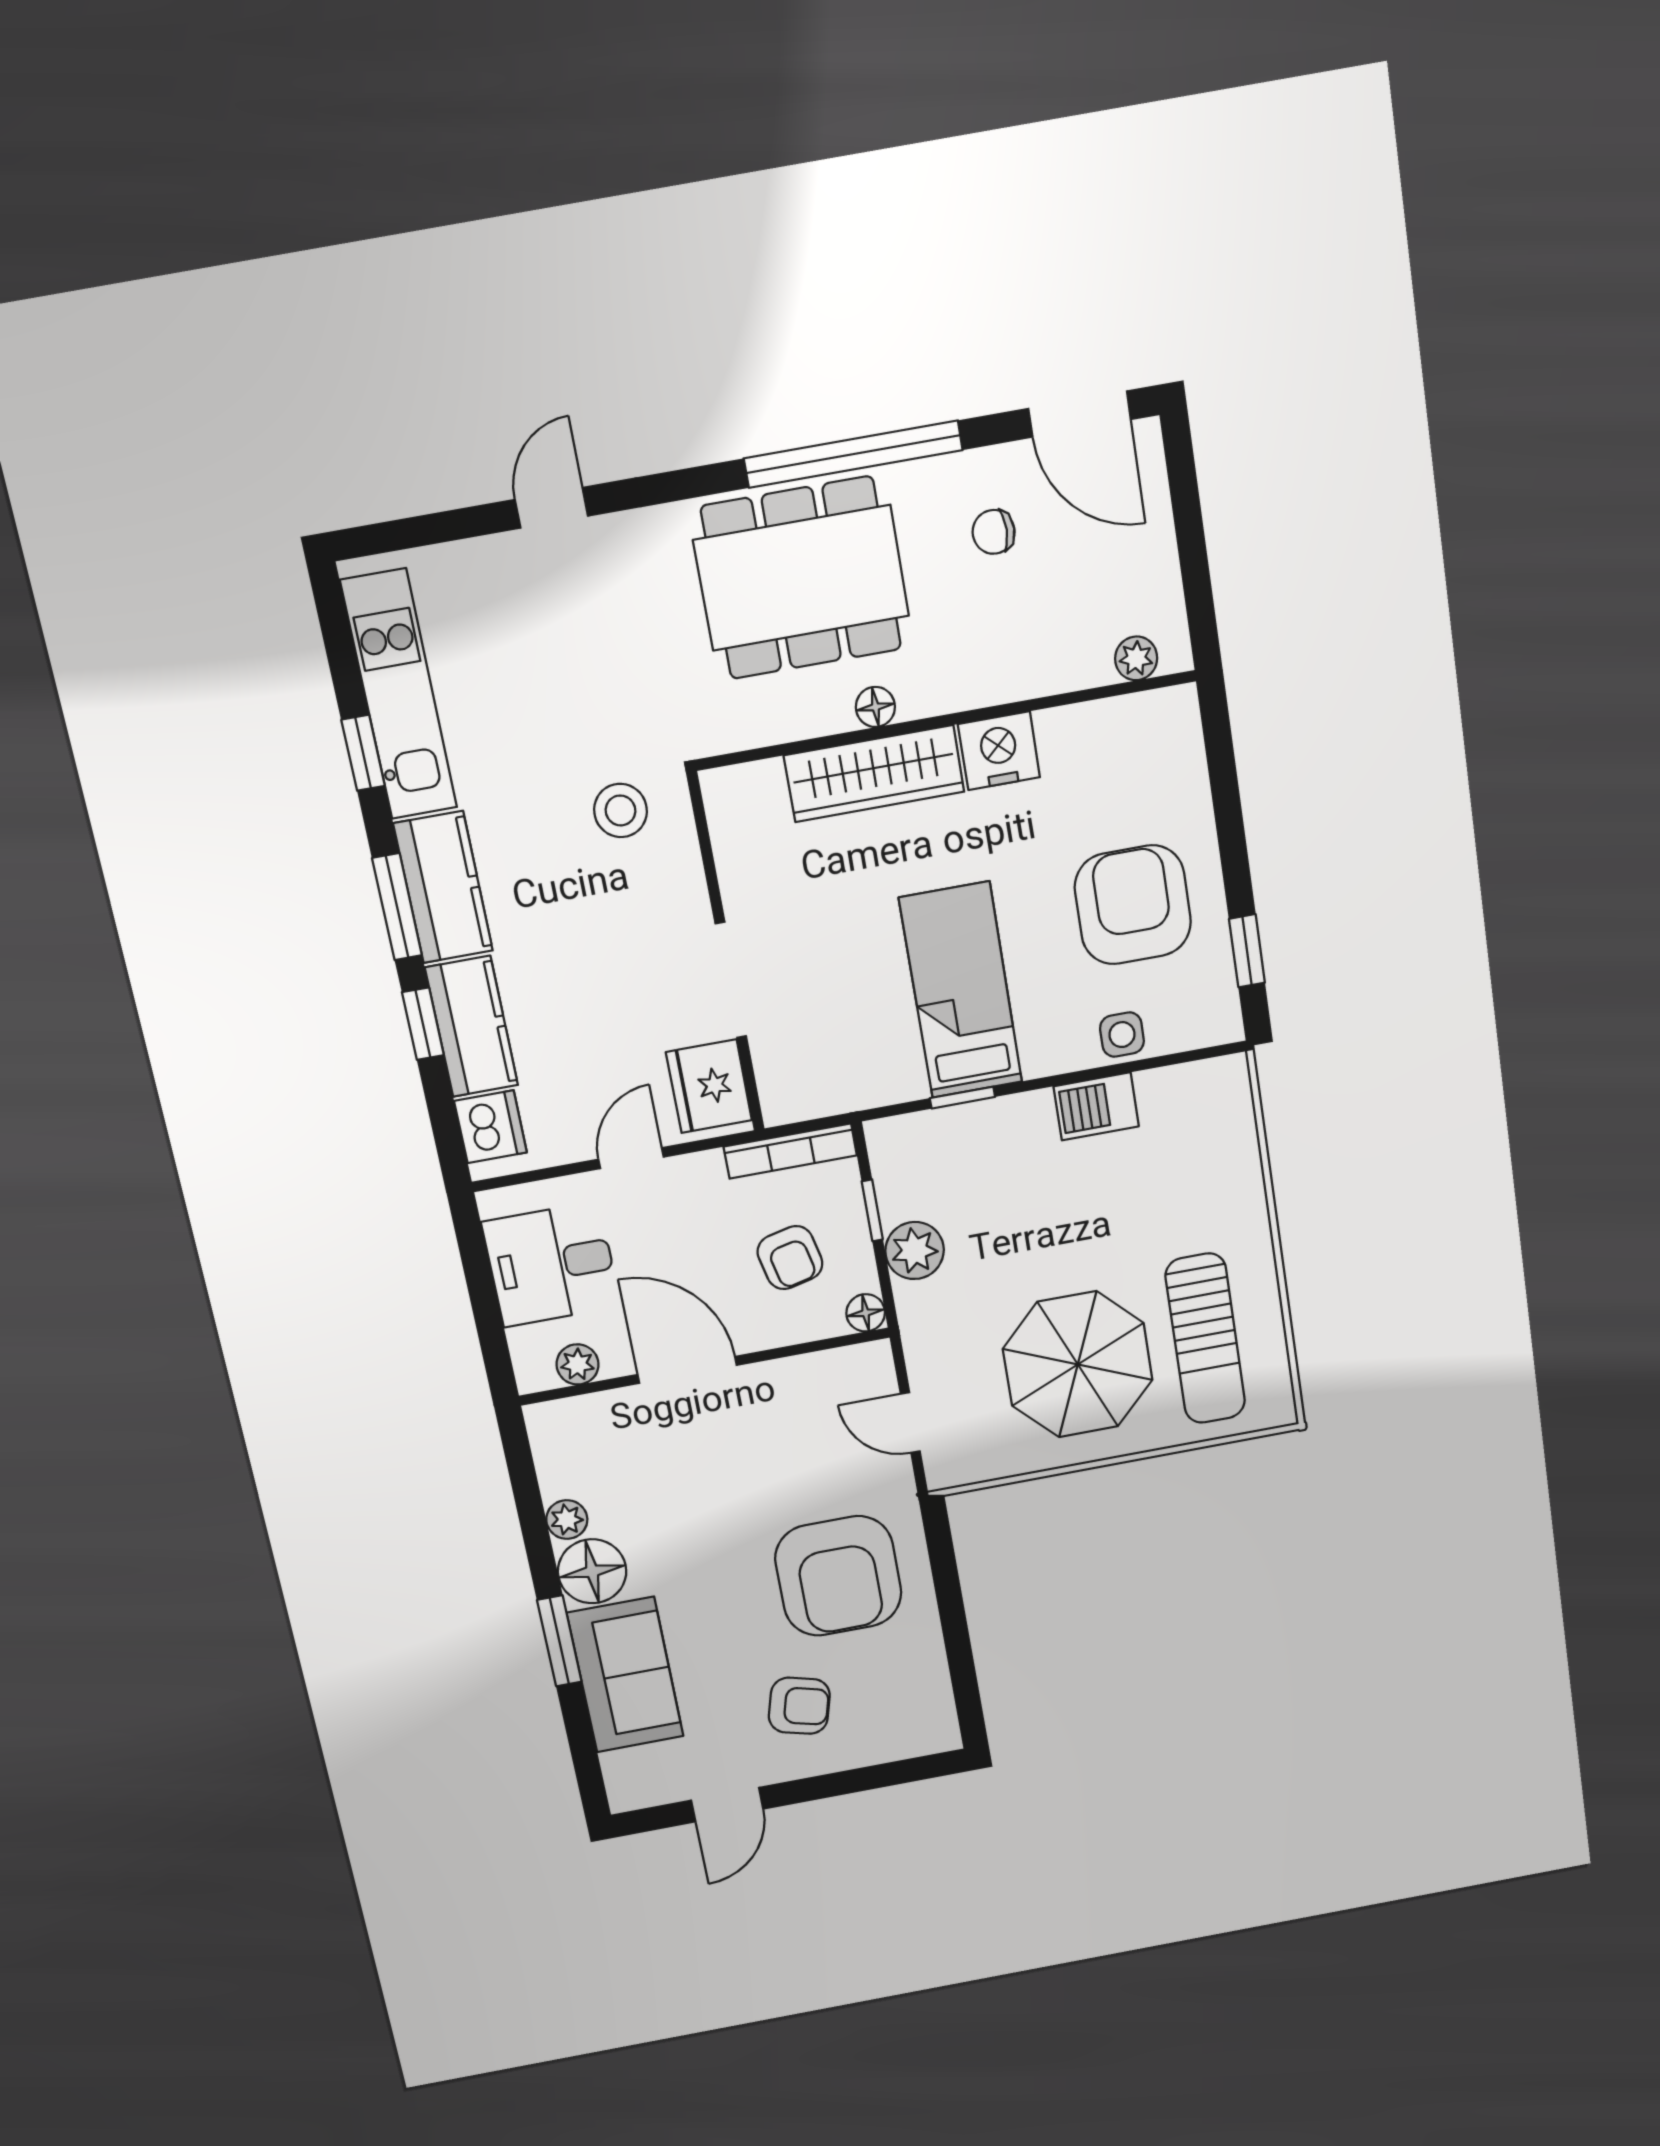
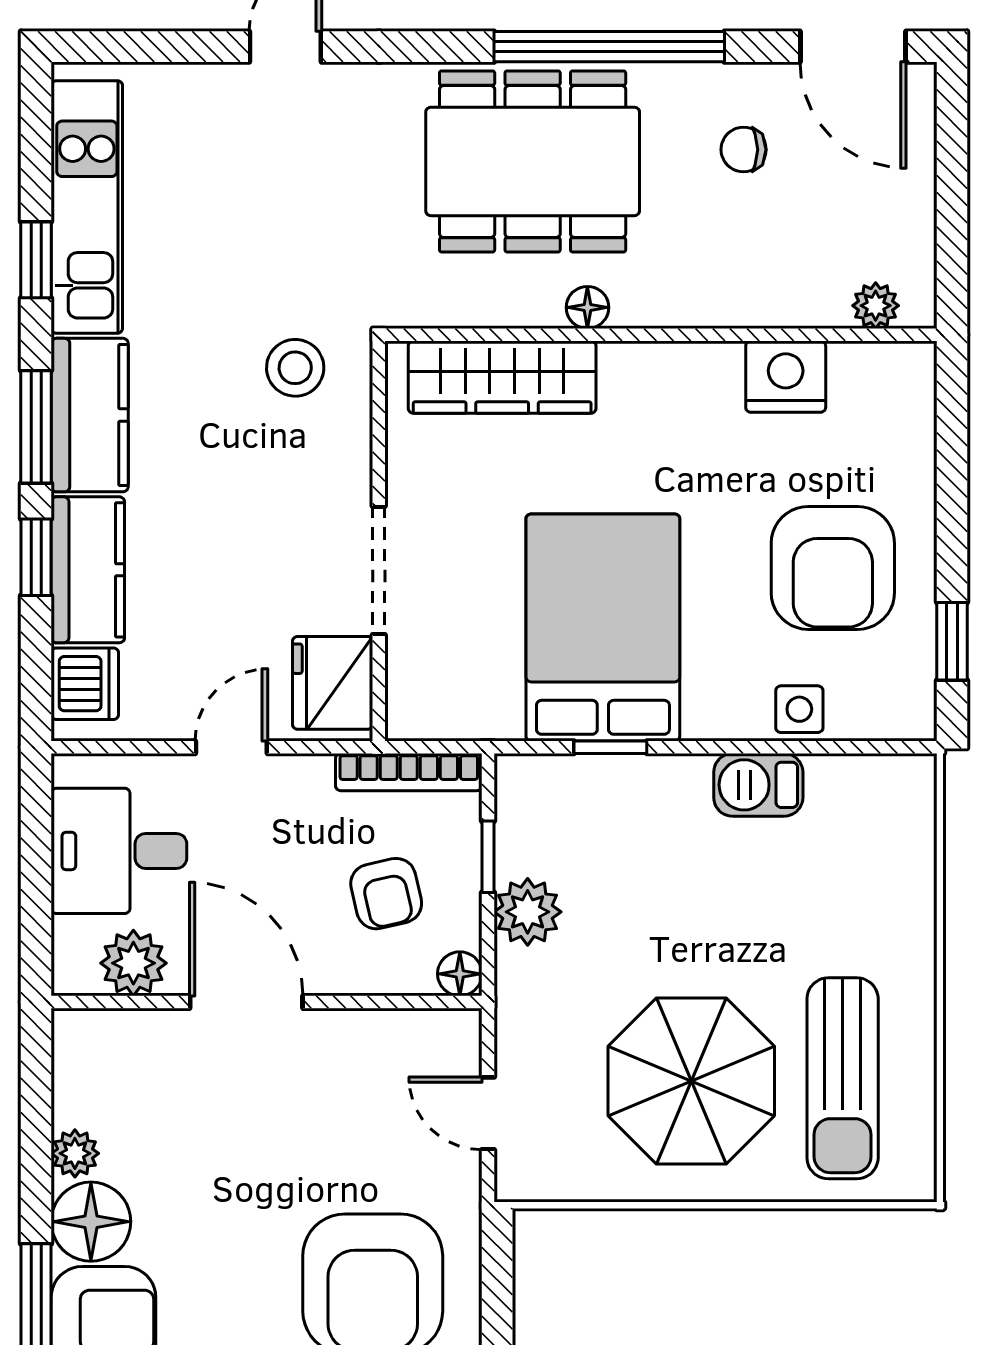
nightstand: (999, 751) -> (786, 377), moved
wardrobe: (874, 774) -> (502, 377), moved
armchair: (1133, 905) -> (833, 568), turned 180
bed: (961, 990) -> (603, 627), width x1.50
plant: (578, 1364) -> (133, 963), width x1.38, depth x1.38

